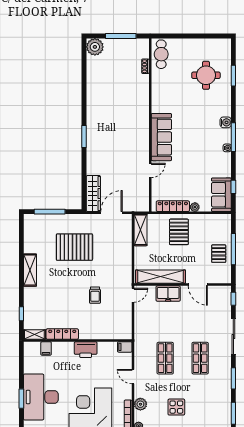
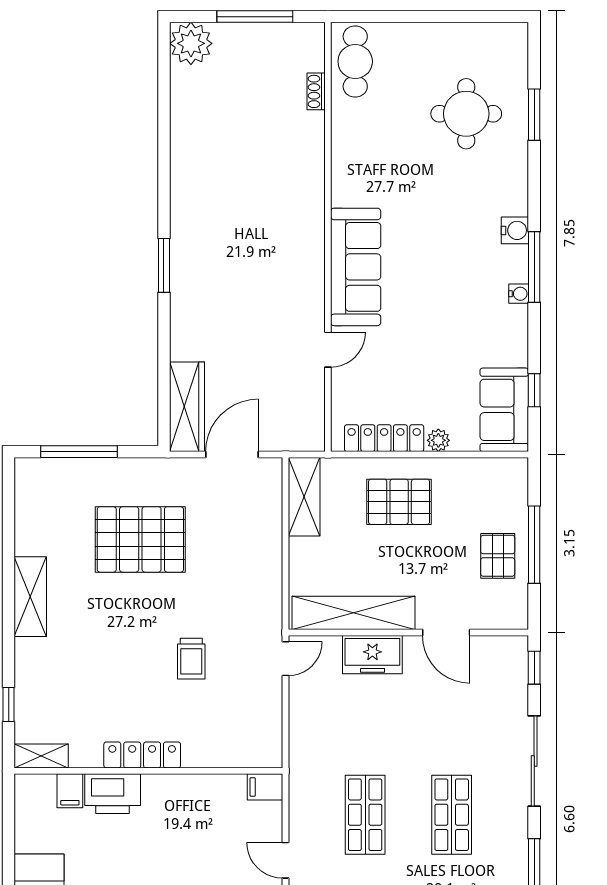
pallet: (179, 232) -> (399, 502), turned 90
locker: (62, 334) -> (142, 755), moved
printer: (86, 350) -> (113, 794), moved

